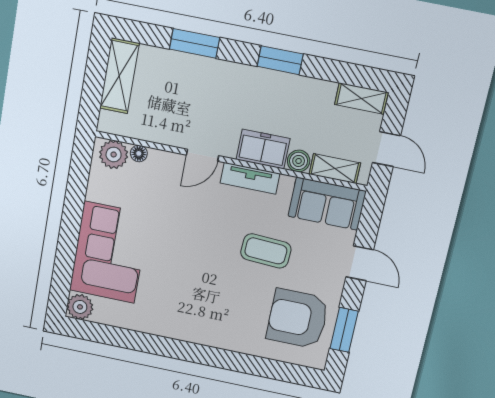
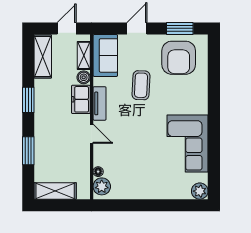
shelving: (361, 98) -> (43, 56), width x1.50, depth x1.33
corner sofa: (109, 252) -> (188, 143), moved, turned -90

